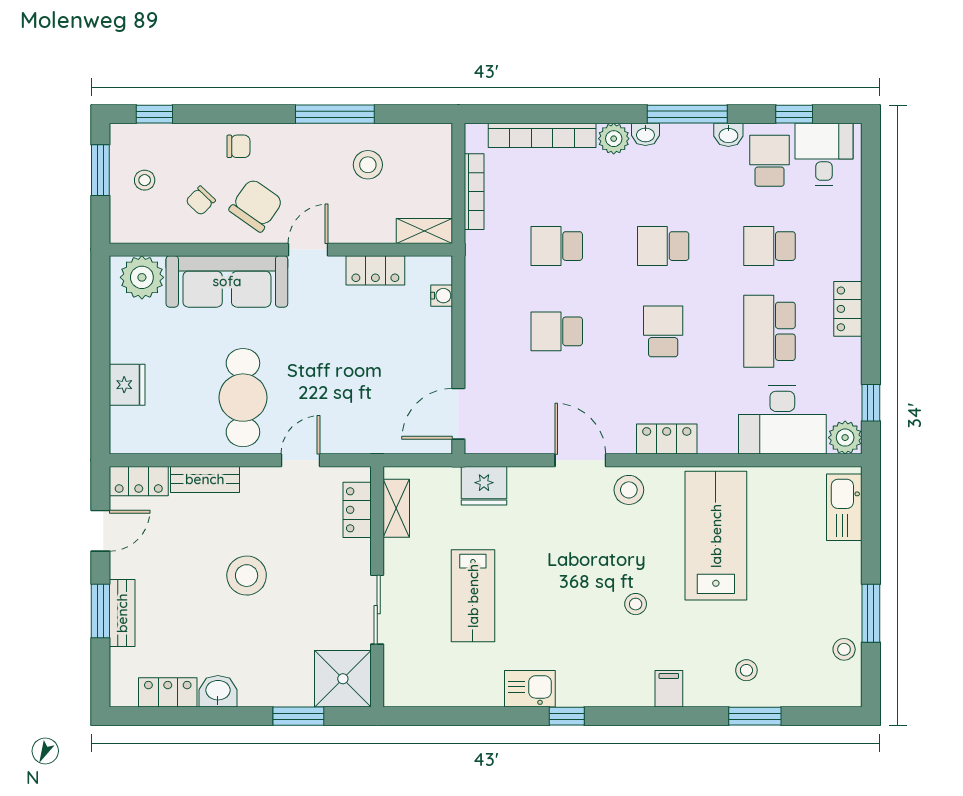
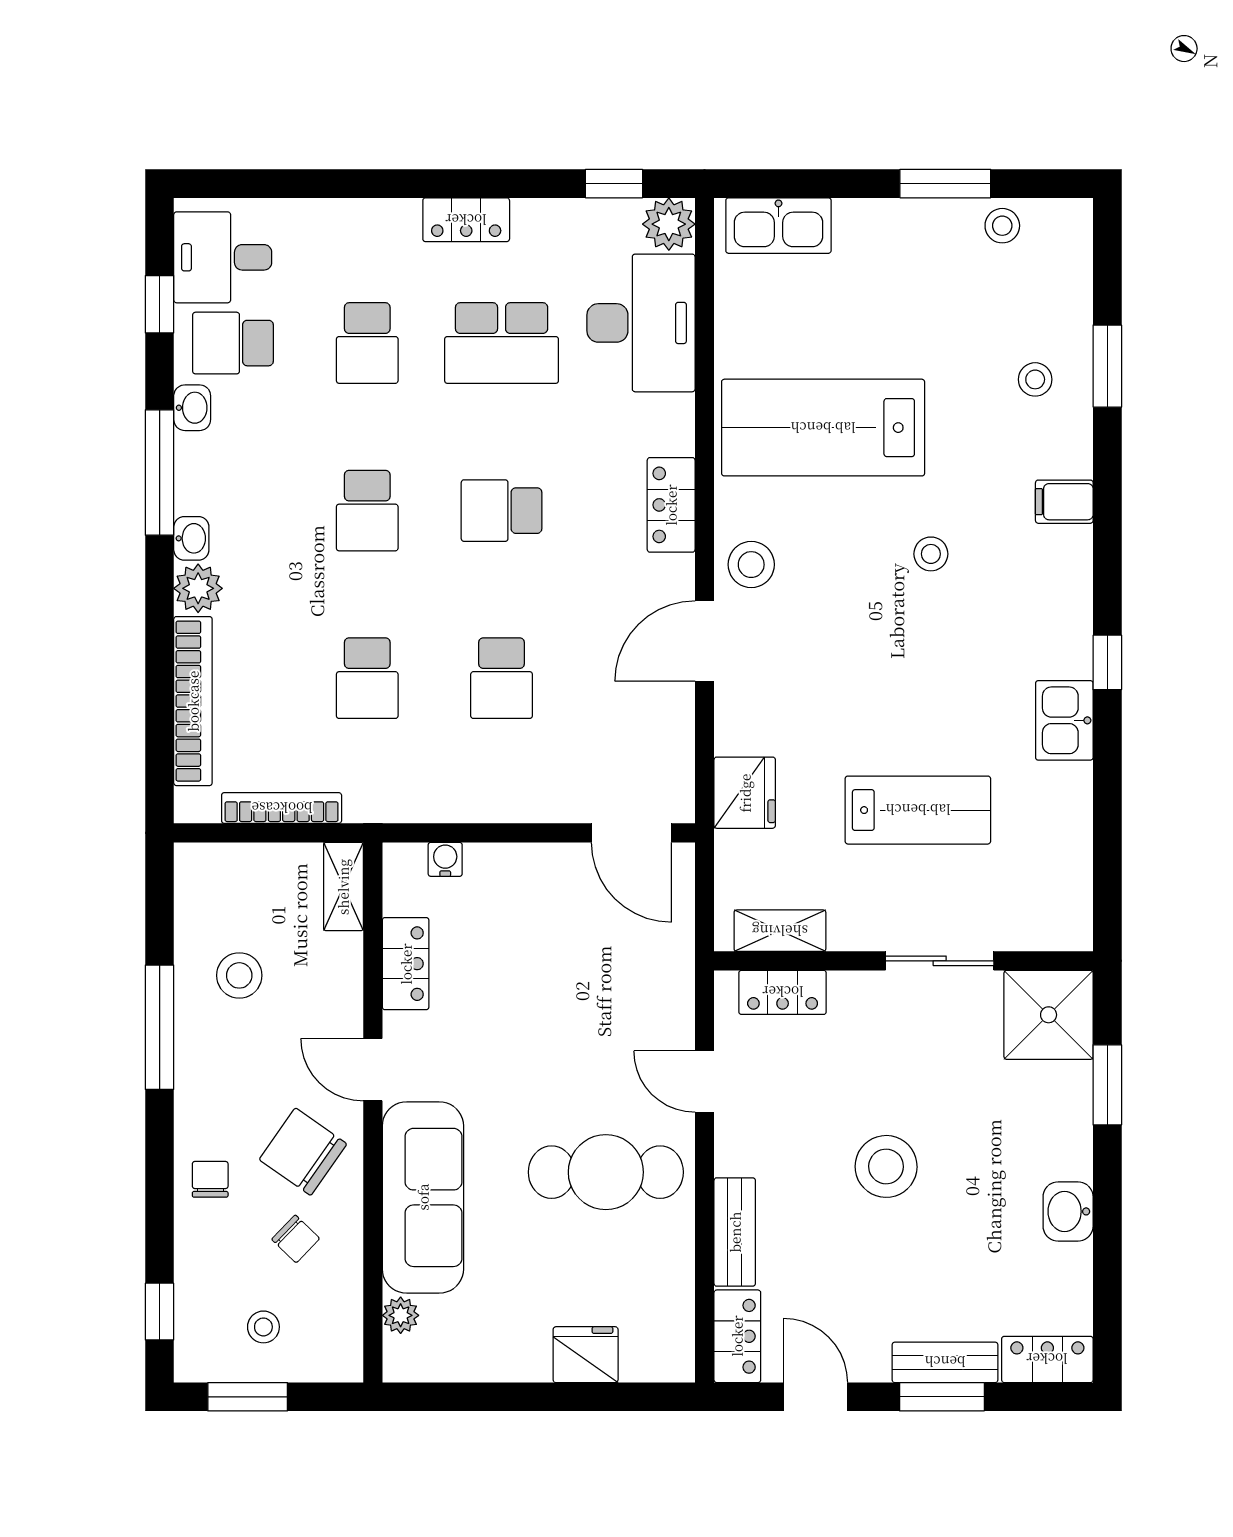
plant: (142, 277) -> (401, 1315), width x0.53, depth x0.53
locker: (168, 692) -> (1047, 1359), moved, turned 90

